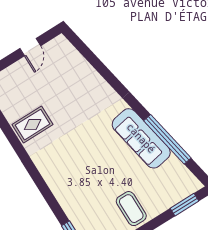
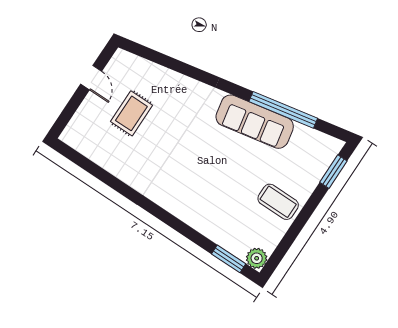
rug: (33, 125) -> (131, 113), moved

